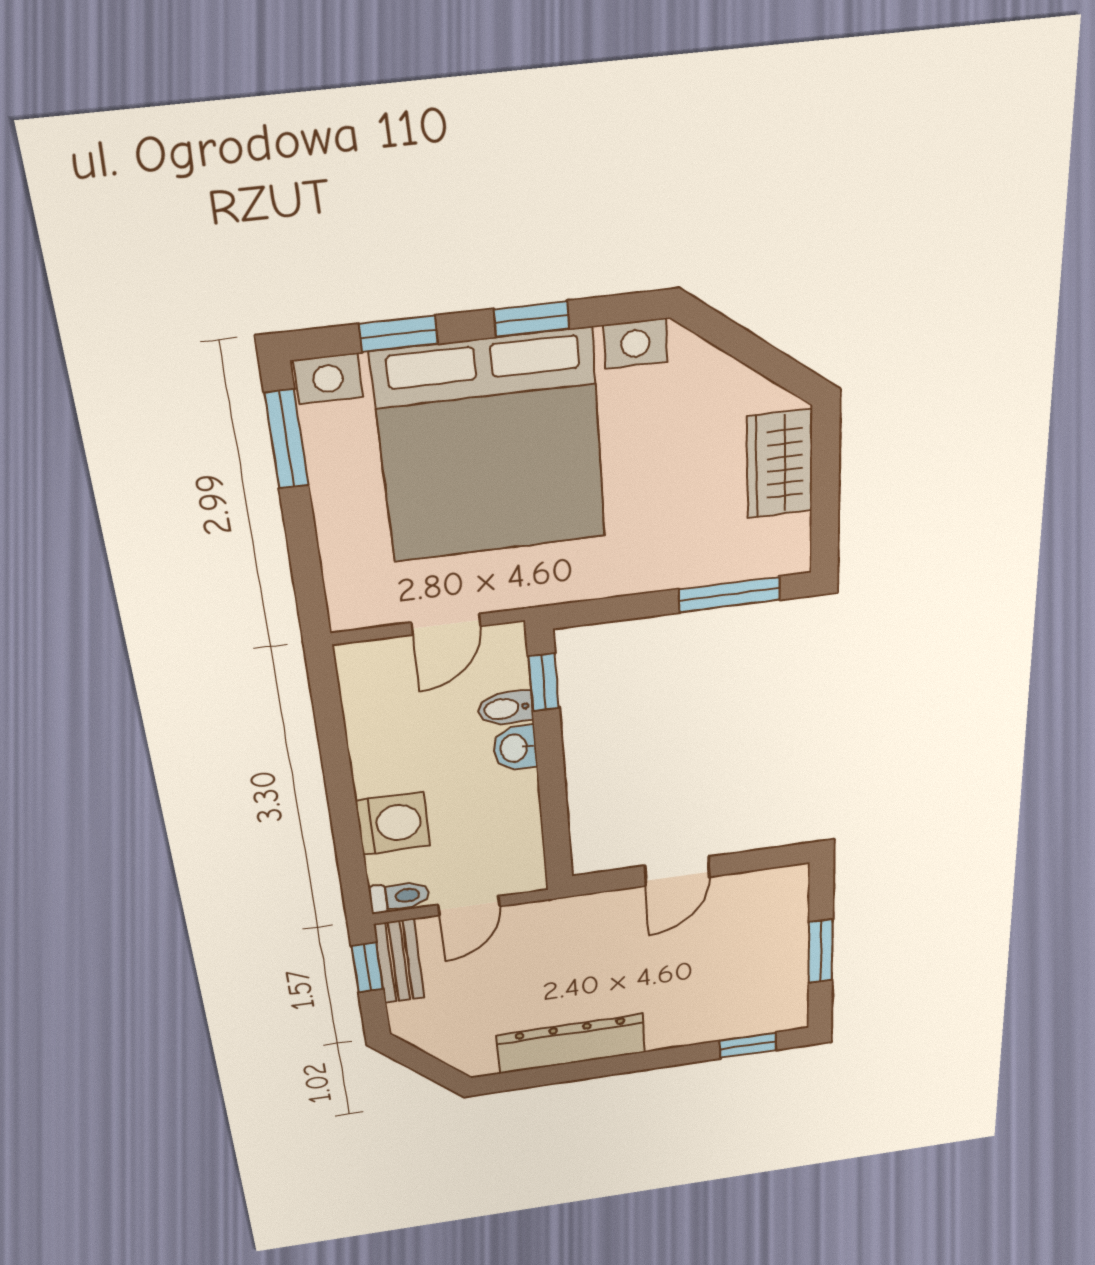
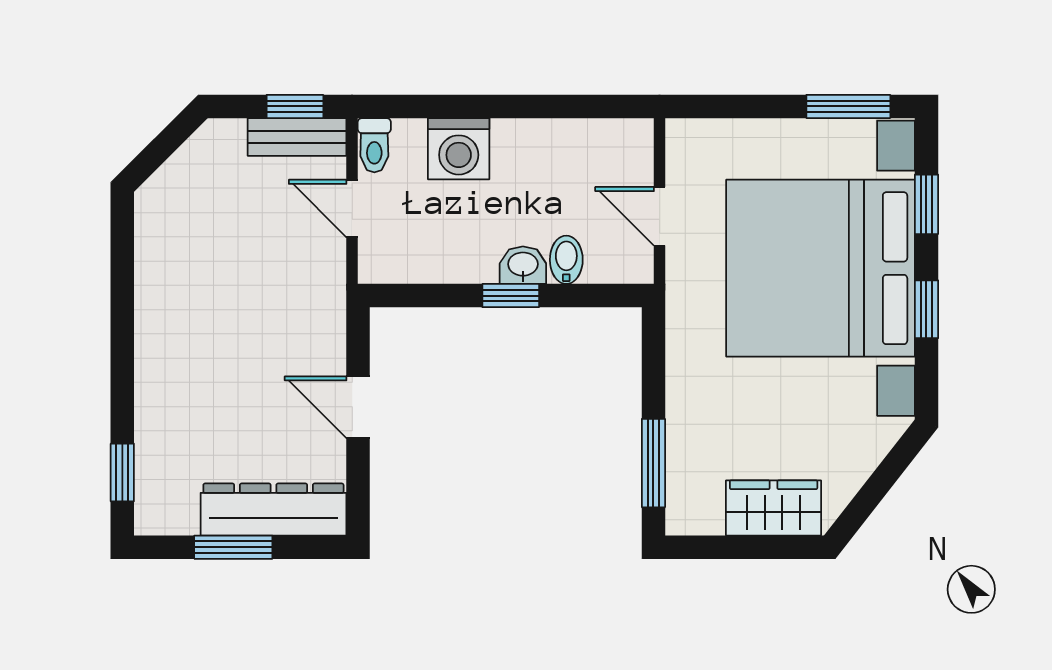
window: (544, 682) -> (511, 296), moved
dresser: (571, 1044) -> (273, 510), moved, turned -90

